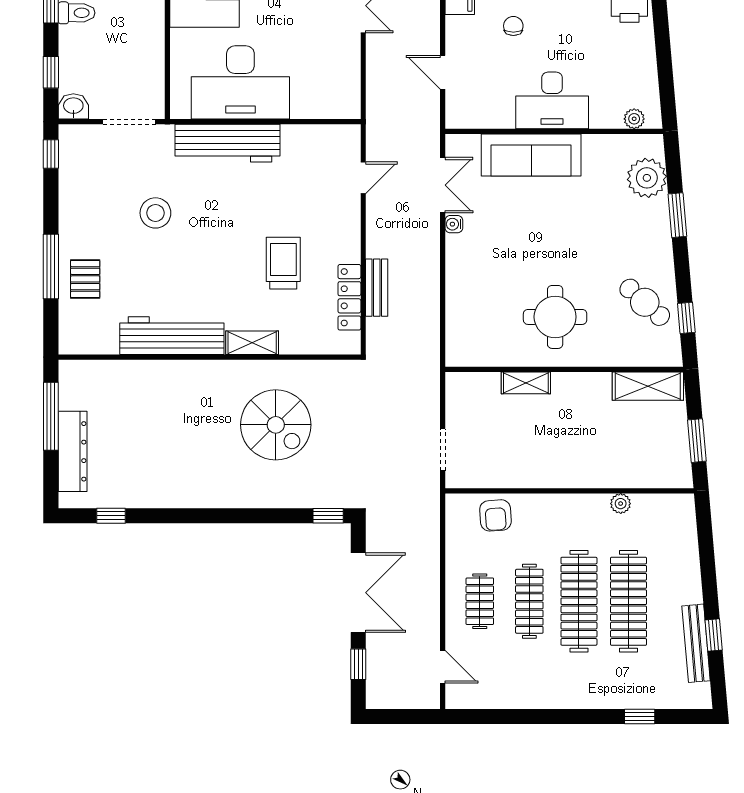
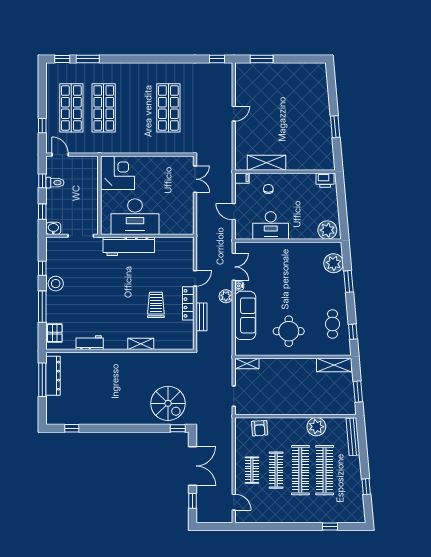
desk: (552, 100) -> (271, 225), moved
plant: (634, 119) -> (327, 230), width x1.87, depth x1.87
window: (51, 154) -> (42, 268), moved
sofa: (531, 155) -> (245, 315), moved, turned -90
door: (363, 178) -> (195, 278), moved
stool: (155, 213) -> (56, 284), moved
plant: (426, 245) -> (226, 296), added
pallet: (85, 279) -> (55, 333), moved
locker: (349, 297) -> (188, 303), moved
cafe table: (645, 302) -> (332, 324), turned 48
workbench: (172, 336) -> (90, 343), width x0.53, depth x0.76
shelving: (526, 383) -> (247, 363), moved
spiral stairs: (276, 425) -> (168, 403), moved
dresser: (73, 451) -> (53, 376), moved
plant: (621, 504) -> (316, 427), width x1.87, depth x1.87
bench: (696, 643) -> (353, 437), moved

